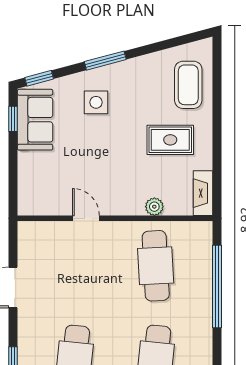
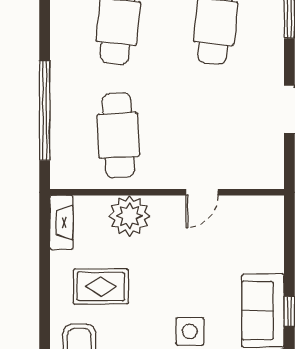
plant: (154, 207) -> (129, 216), width x1.88, depth x1.88
door: (86, 218) -> (202, 192), hinge flipped

